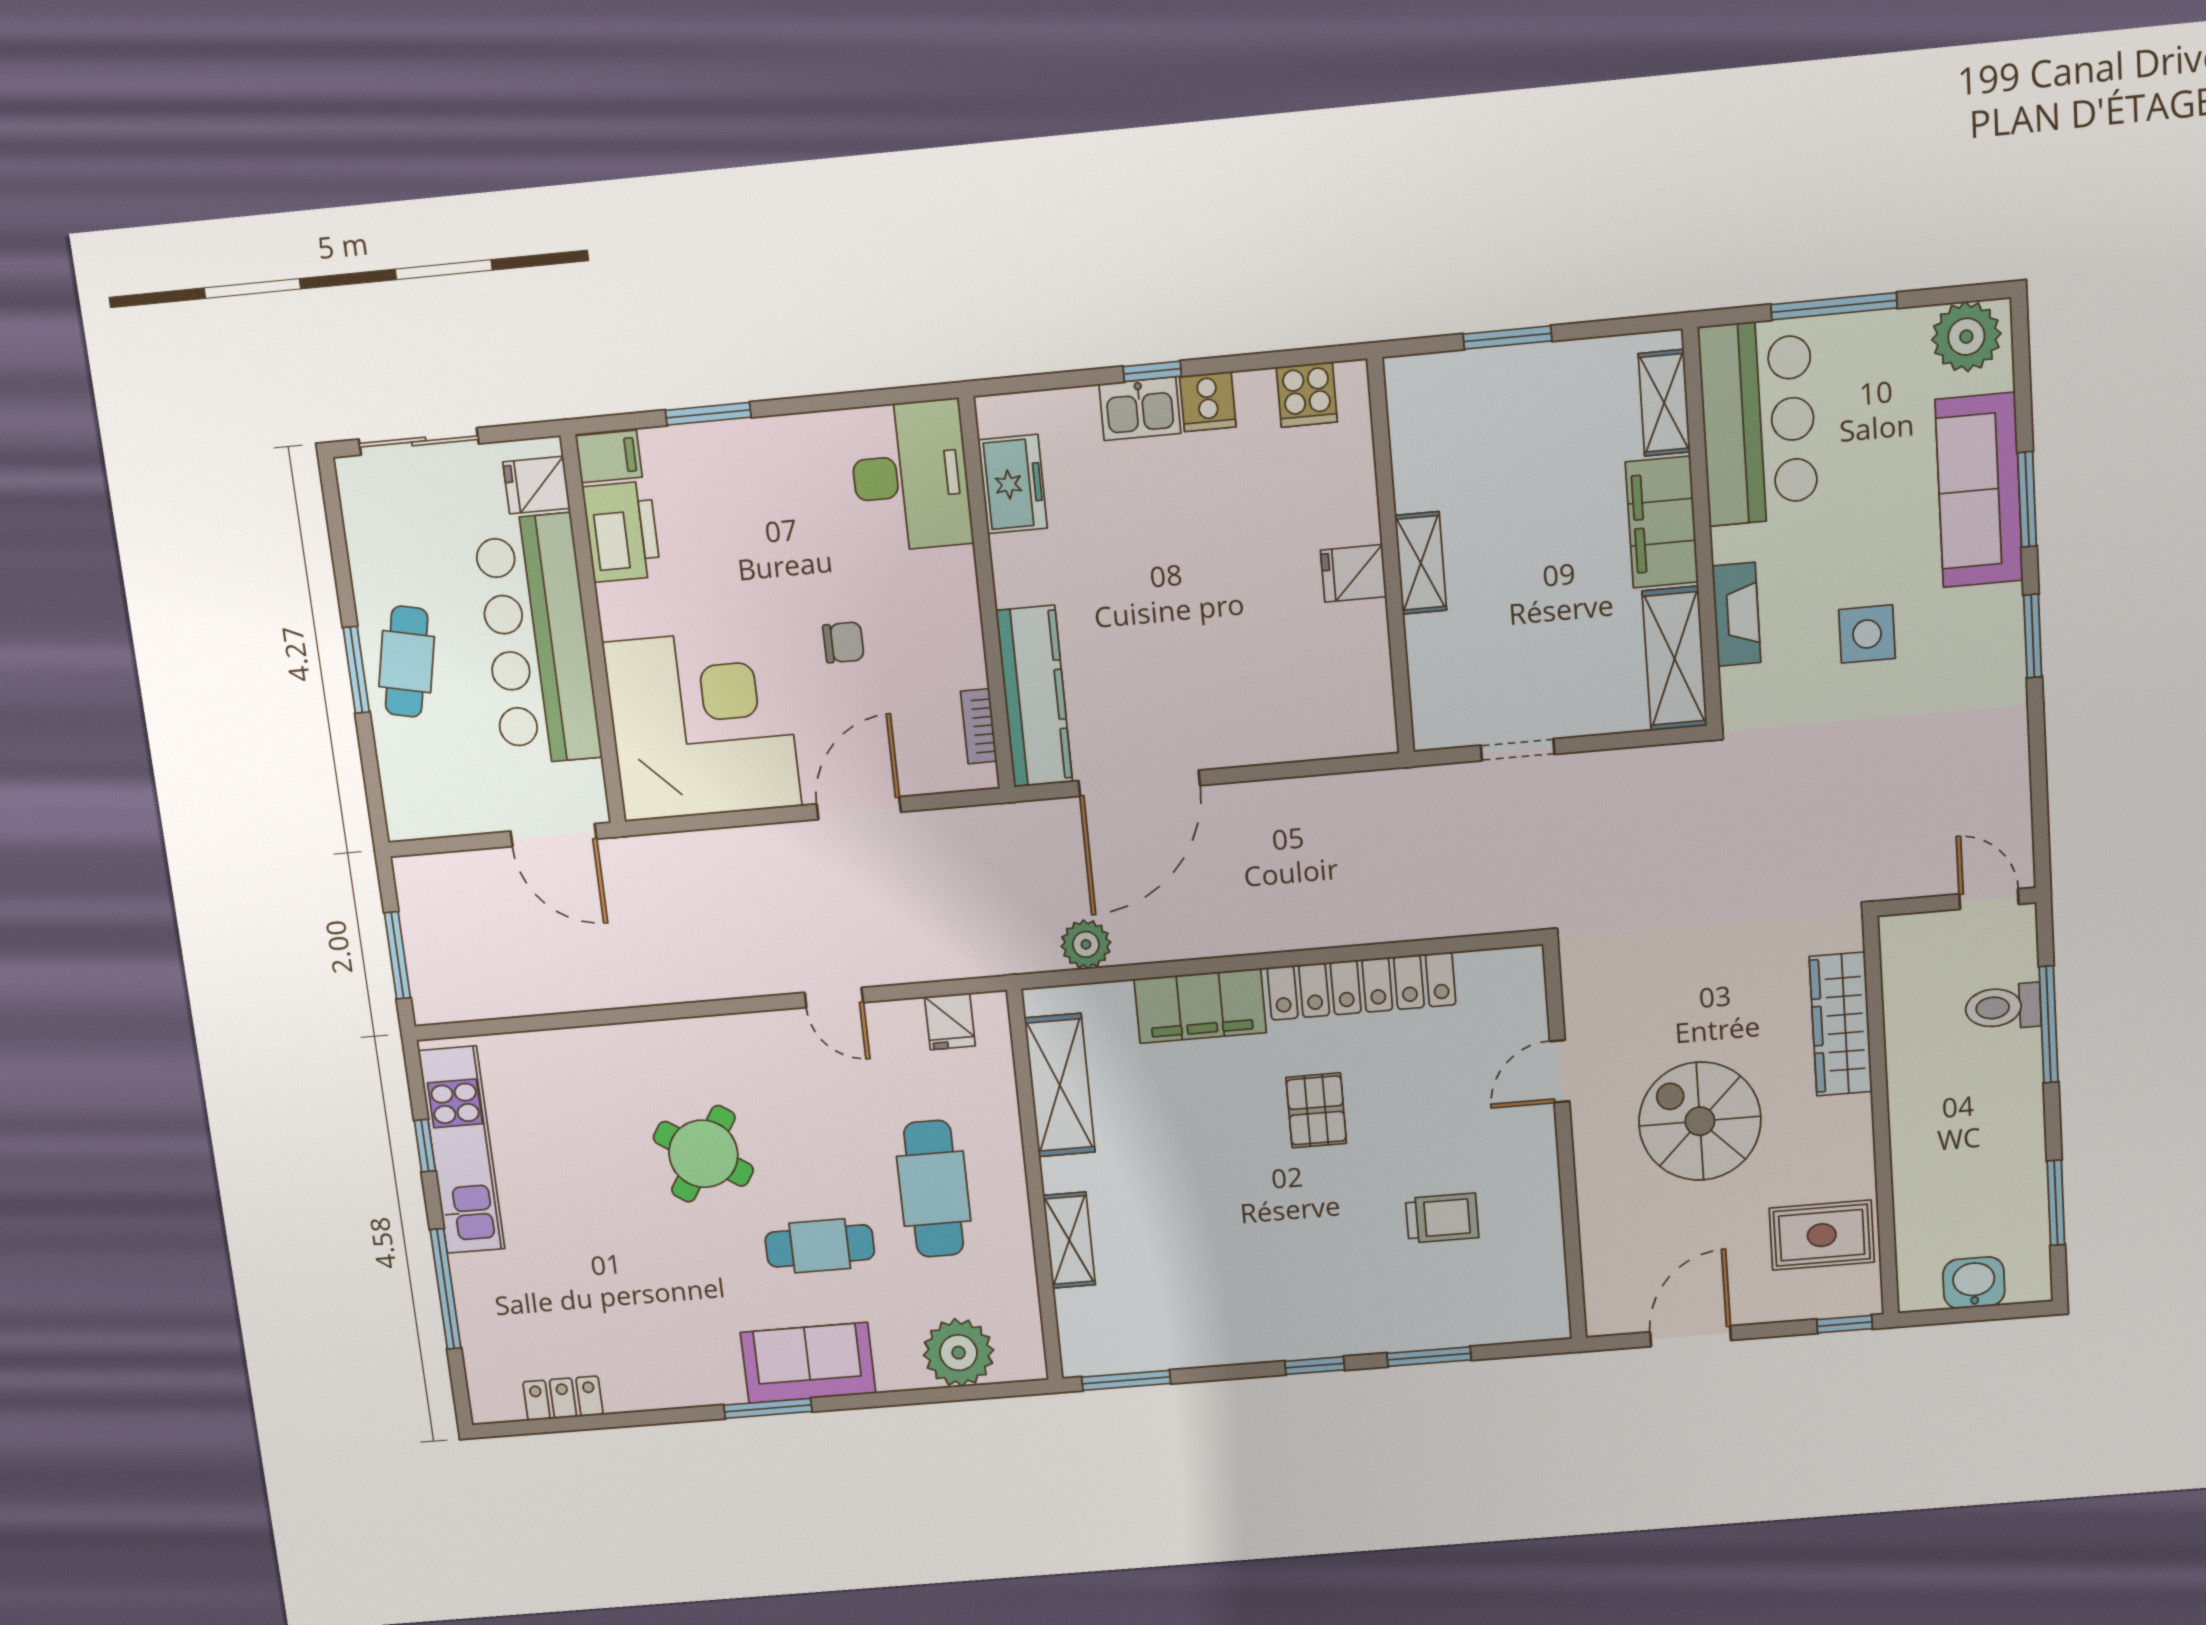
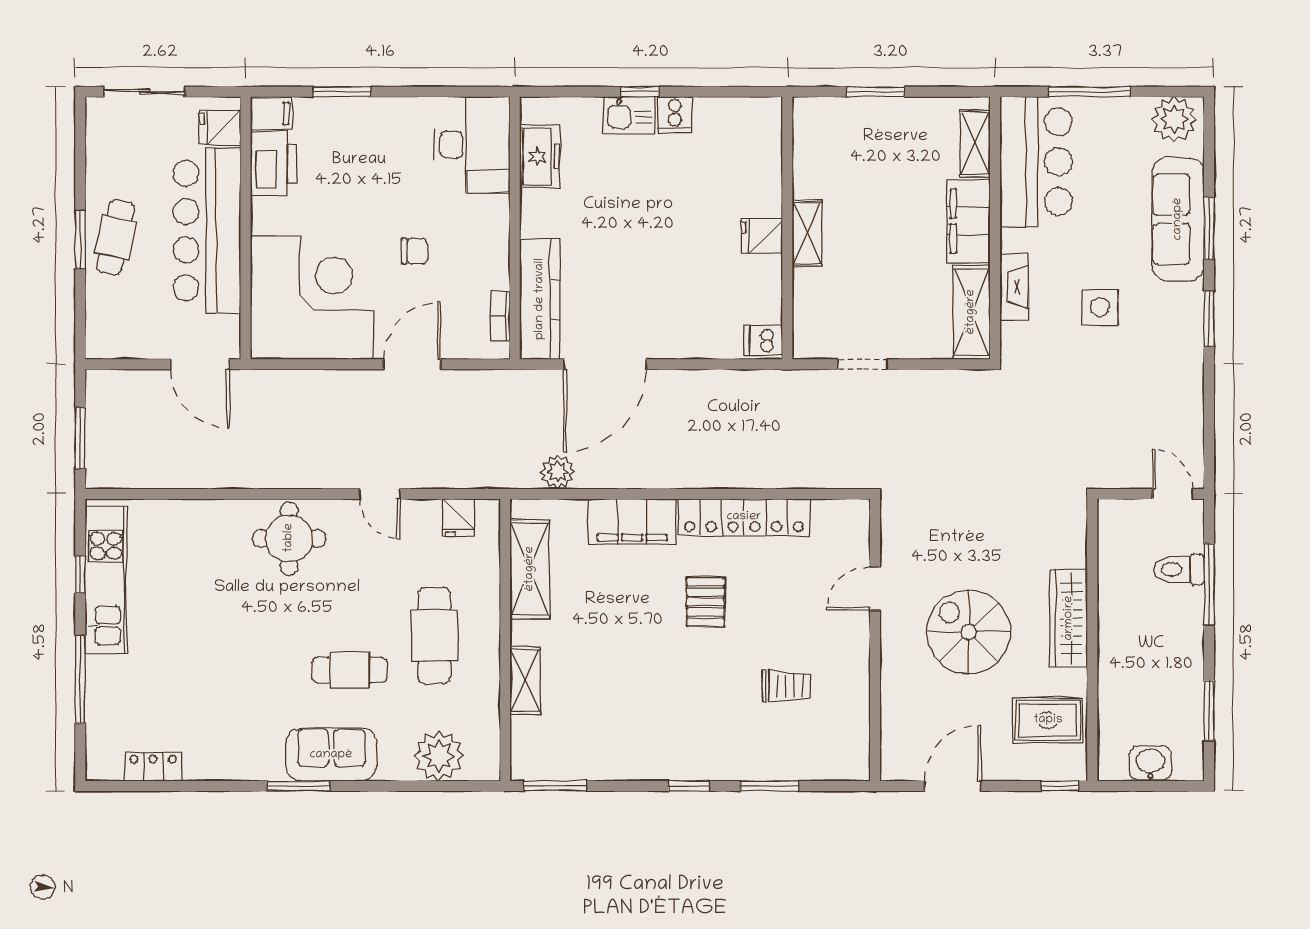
cooker: (1307, 395) -> (741, 116), removed
dishwasher: (1368, 728) -> (763, 340), added
wardrobe: (1841, 1024) -> (1069, 618), moved
round table: (703, 1154) -> (289, 538), moved, turned -33

